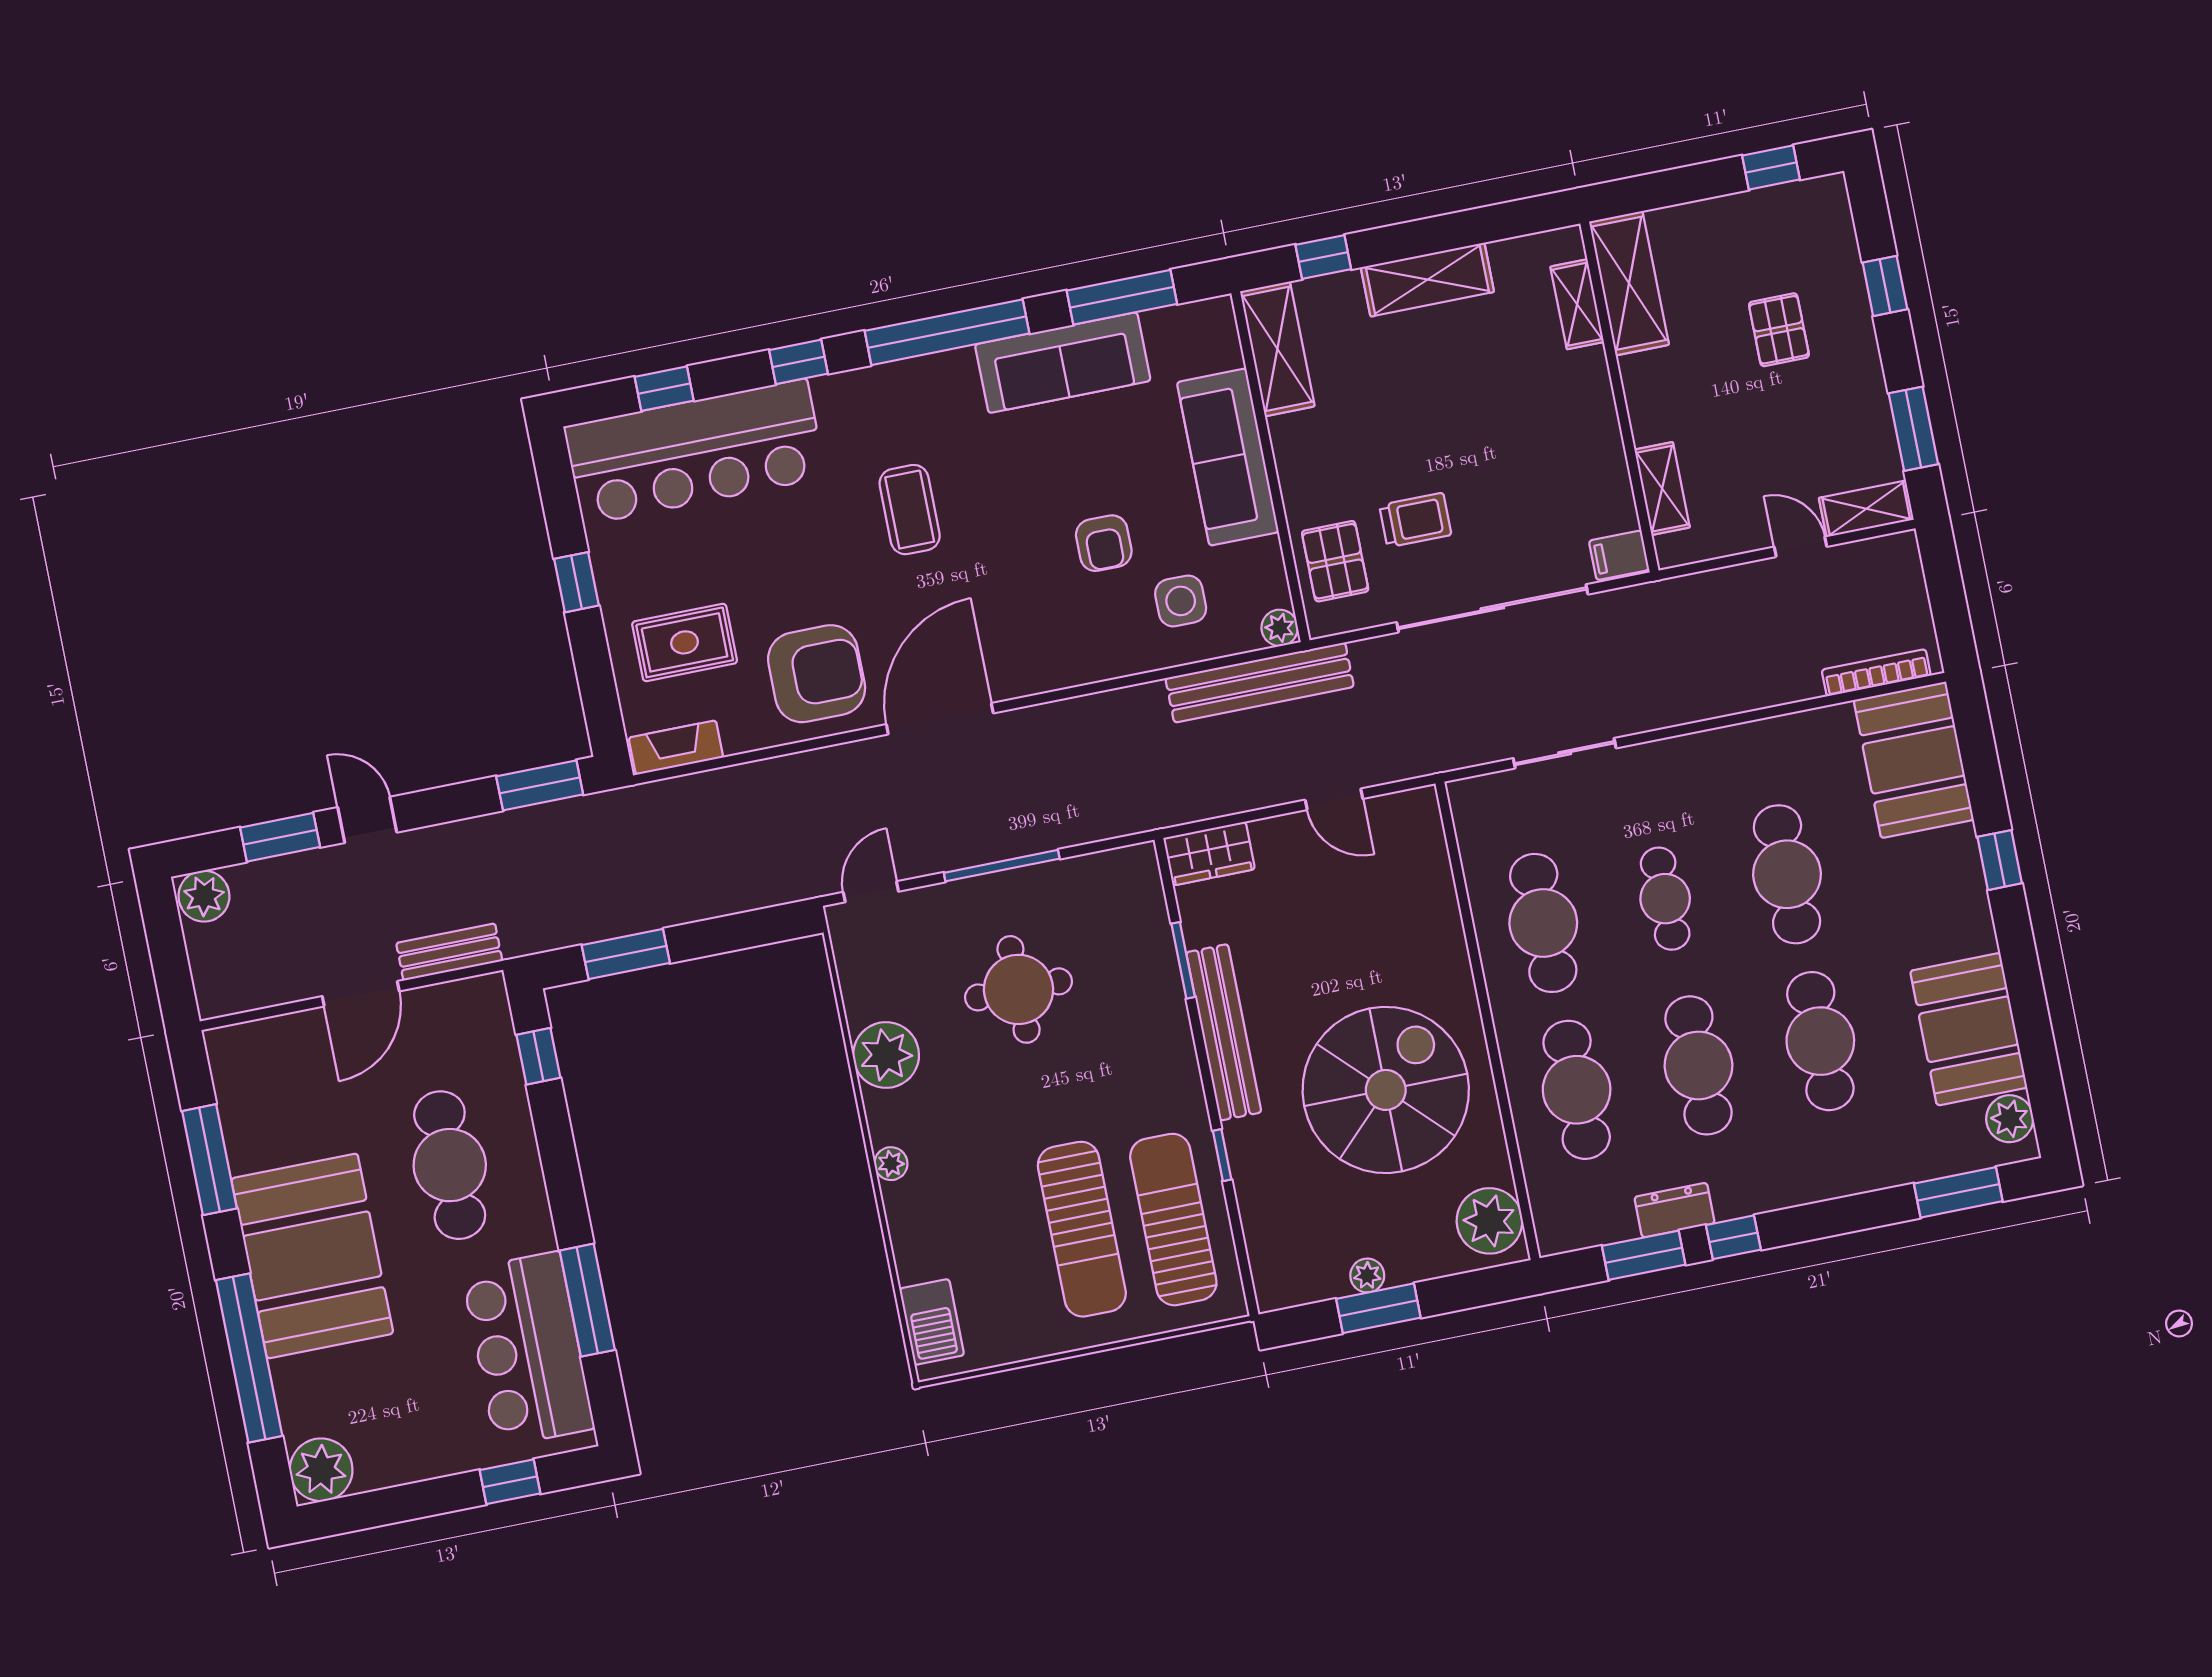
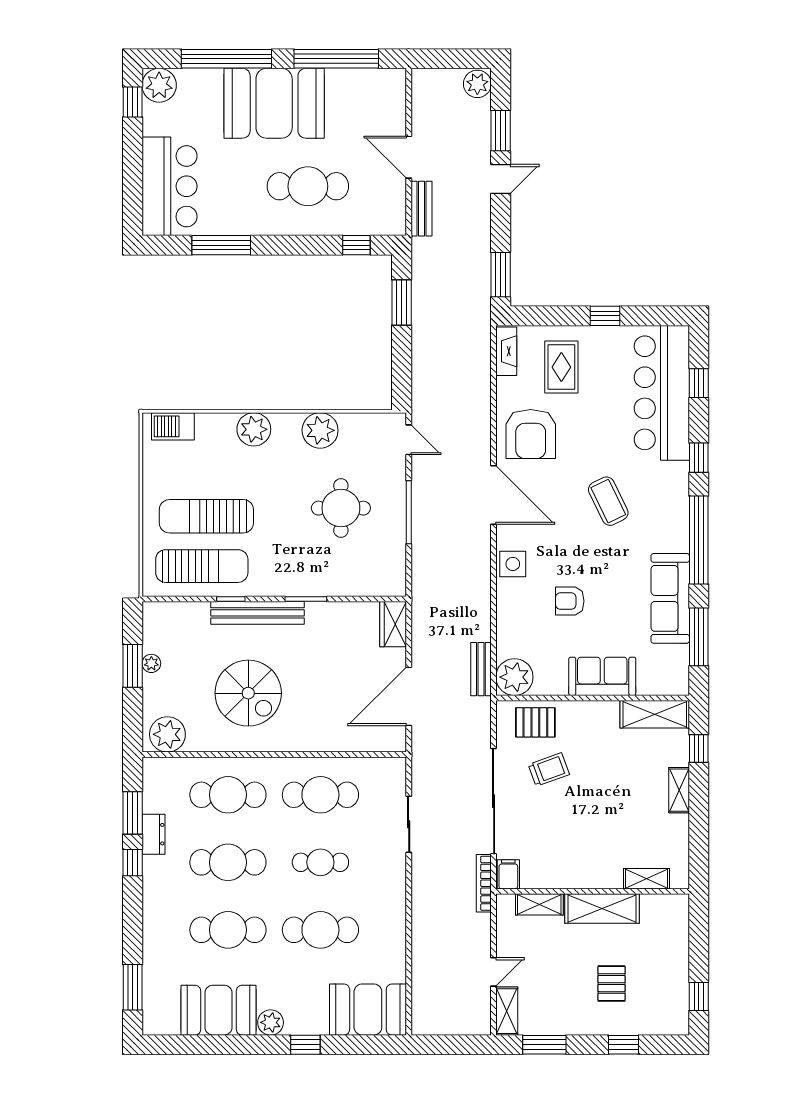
shelving: (1427, 280) -> (679, 790), width x0.67, depth x0.75
shelving: (1629, 283) -> (602, 909), moved
pallet: (1779, 330) -> (611, 984), turned 90
sofa: (1228, 457) -> (602, 676), width x0.73
coffee table: (910, 510) -> (608, 501), turned 64
trolley: (1415, 520) -> (549, 770), turned -110
side table: (1181, 601) -> (513, 564), moved
plant: (1280, 628) -> (514, 677), width x1.87, depth x1.87
bookcase: (1876, 673) -> (484, 883), moved, turned 180
bench: (1260, 682) -> (481, 669), width x0.54, depth x0.82
door: (1334, 799) -> (409, 696), width x1.87
window: (1183, 960) -> (306, 599), moved
bench: (1224, 1032) -> (258, 613), moved
spiral stairs: (1386, 1090) -> (248, 693), width x0.73, depth x0.73
plant: (2010, 1119) -> (271, 1022), moved
window: (209, 1160) -> (336, 59), width x1.46
plant: (891, 1164) -> (254, 429), width x1.88, depth x1.88
bar counter: (528, 1349) -> (170, 186), moved, turned 90
window: (510, 1482) -> (133, 102), moved

